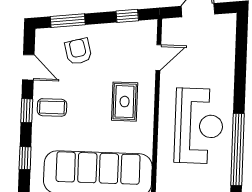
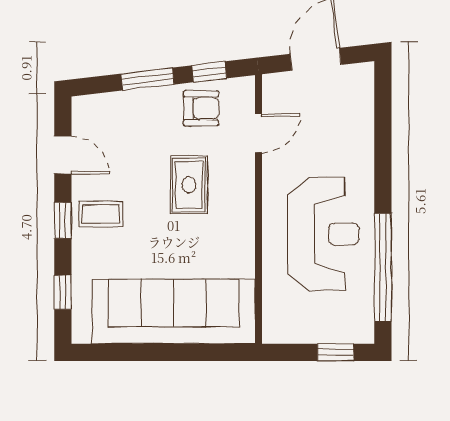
window: (68, 21) -> (148, 79), moved
armchair: (78, 51) -> (201, 108), moved, turned 105
rug: (125, 102) -> (189, 185), moved

